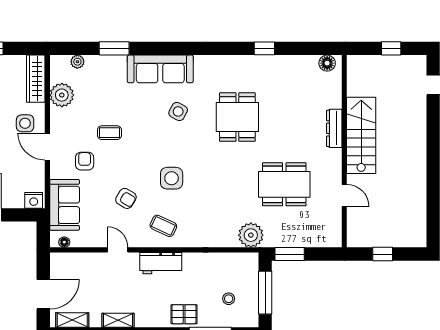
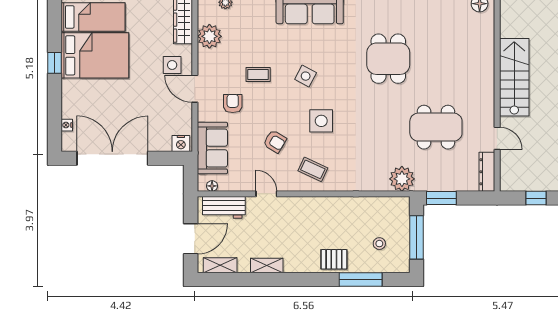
side table: (178, 111) -> (306, 76), moved
dresser: (334, 128) -> (487, 172), moved
workbench: (161, 263) -> (224, 207), moved

